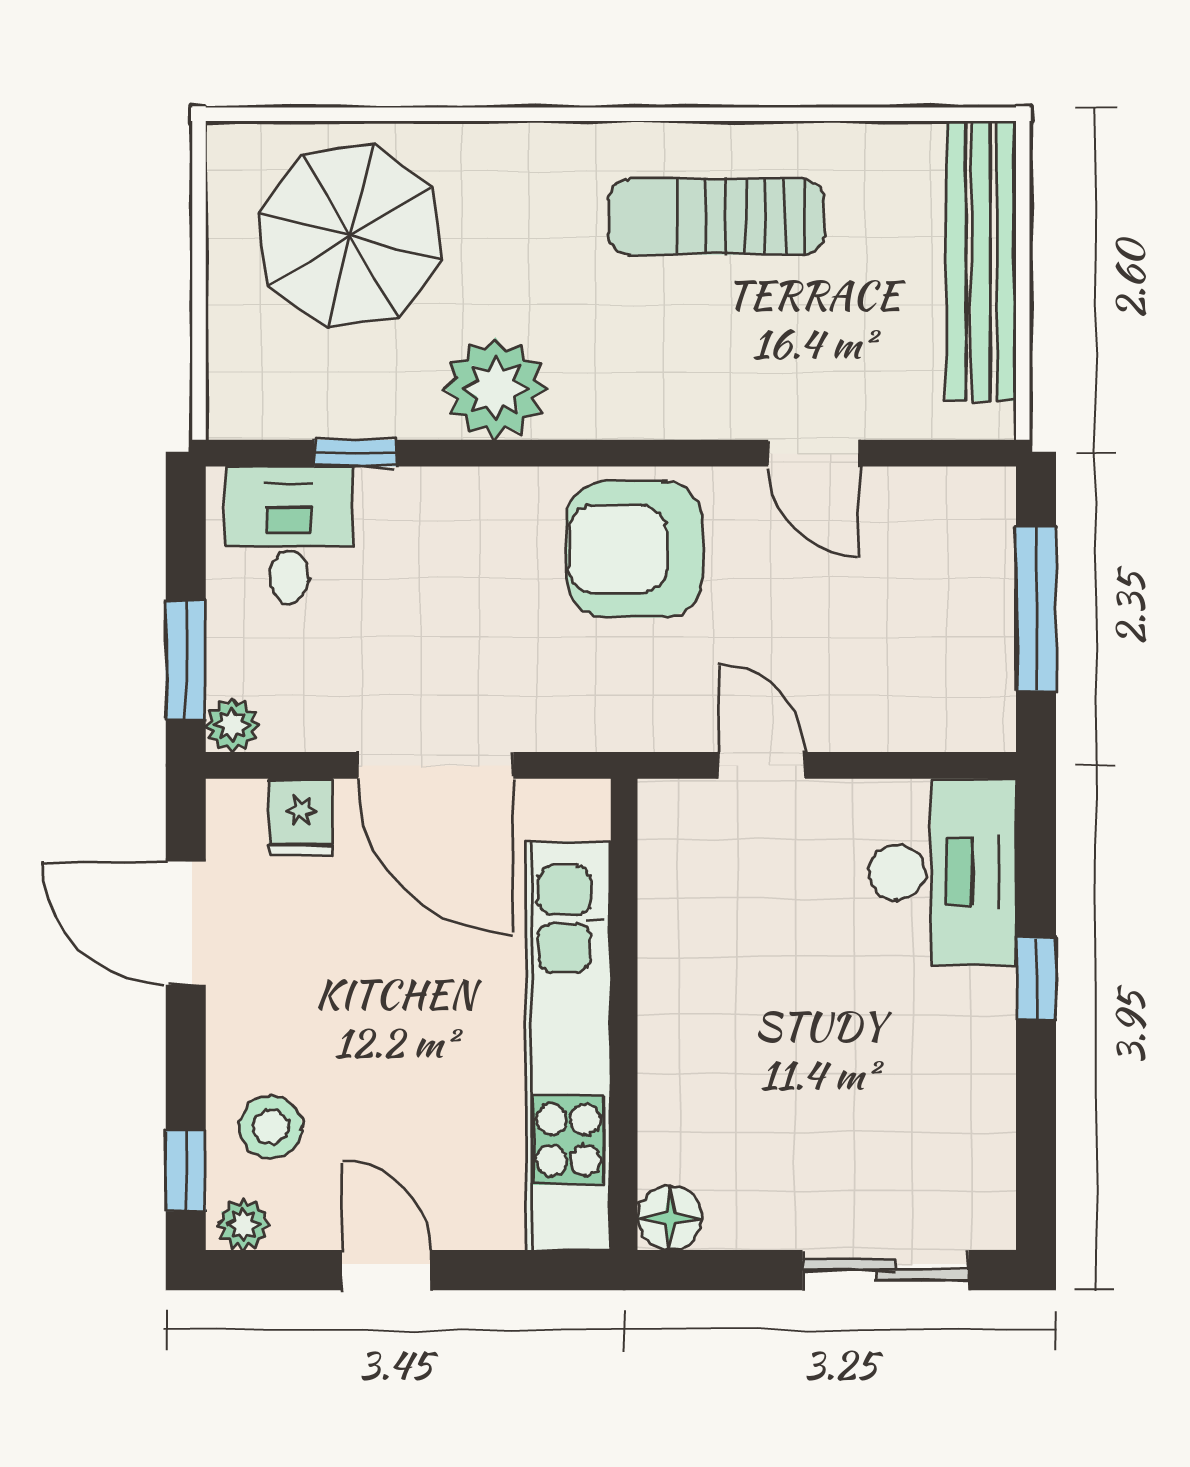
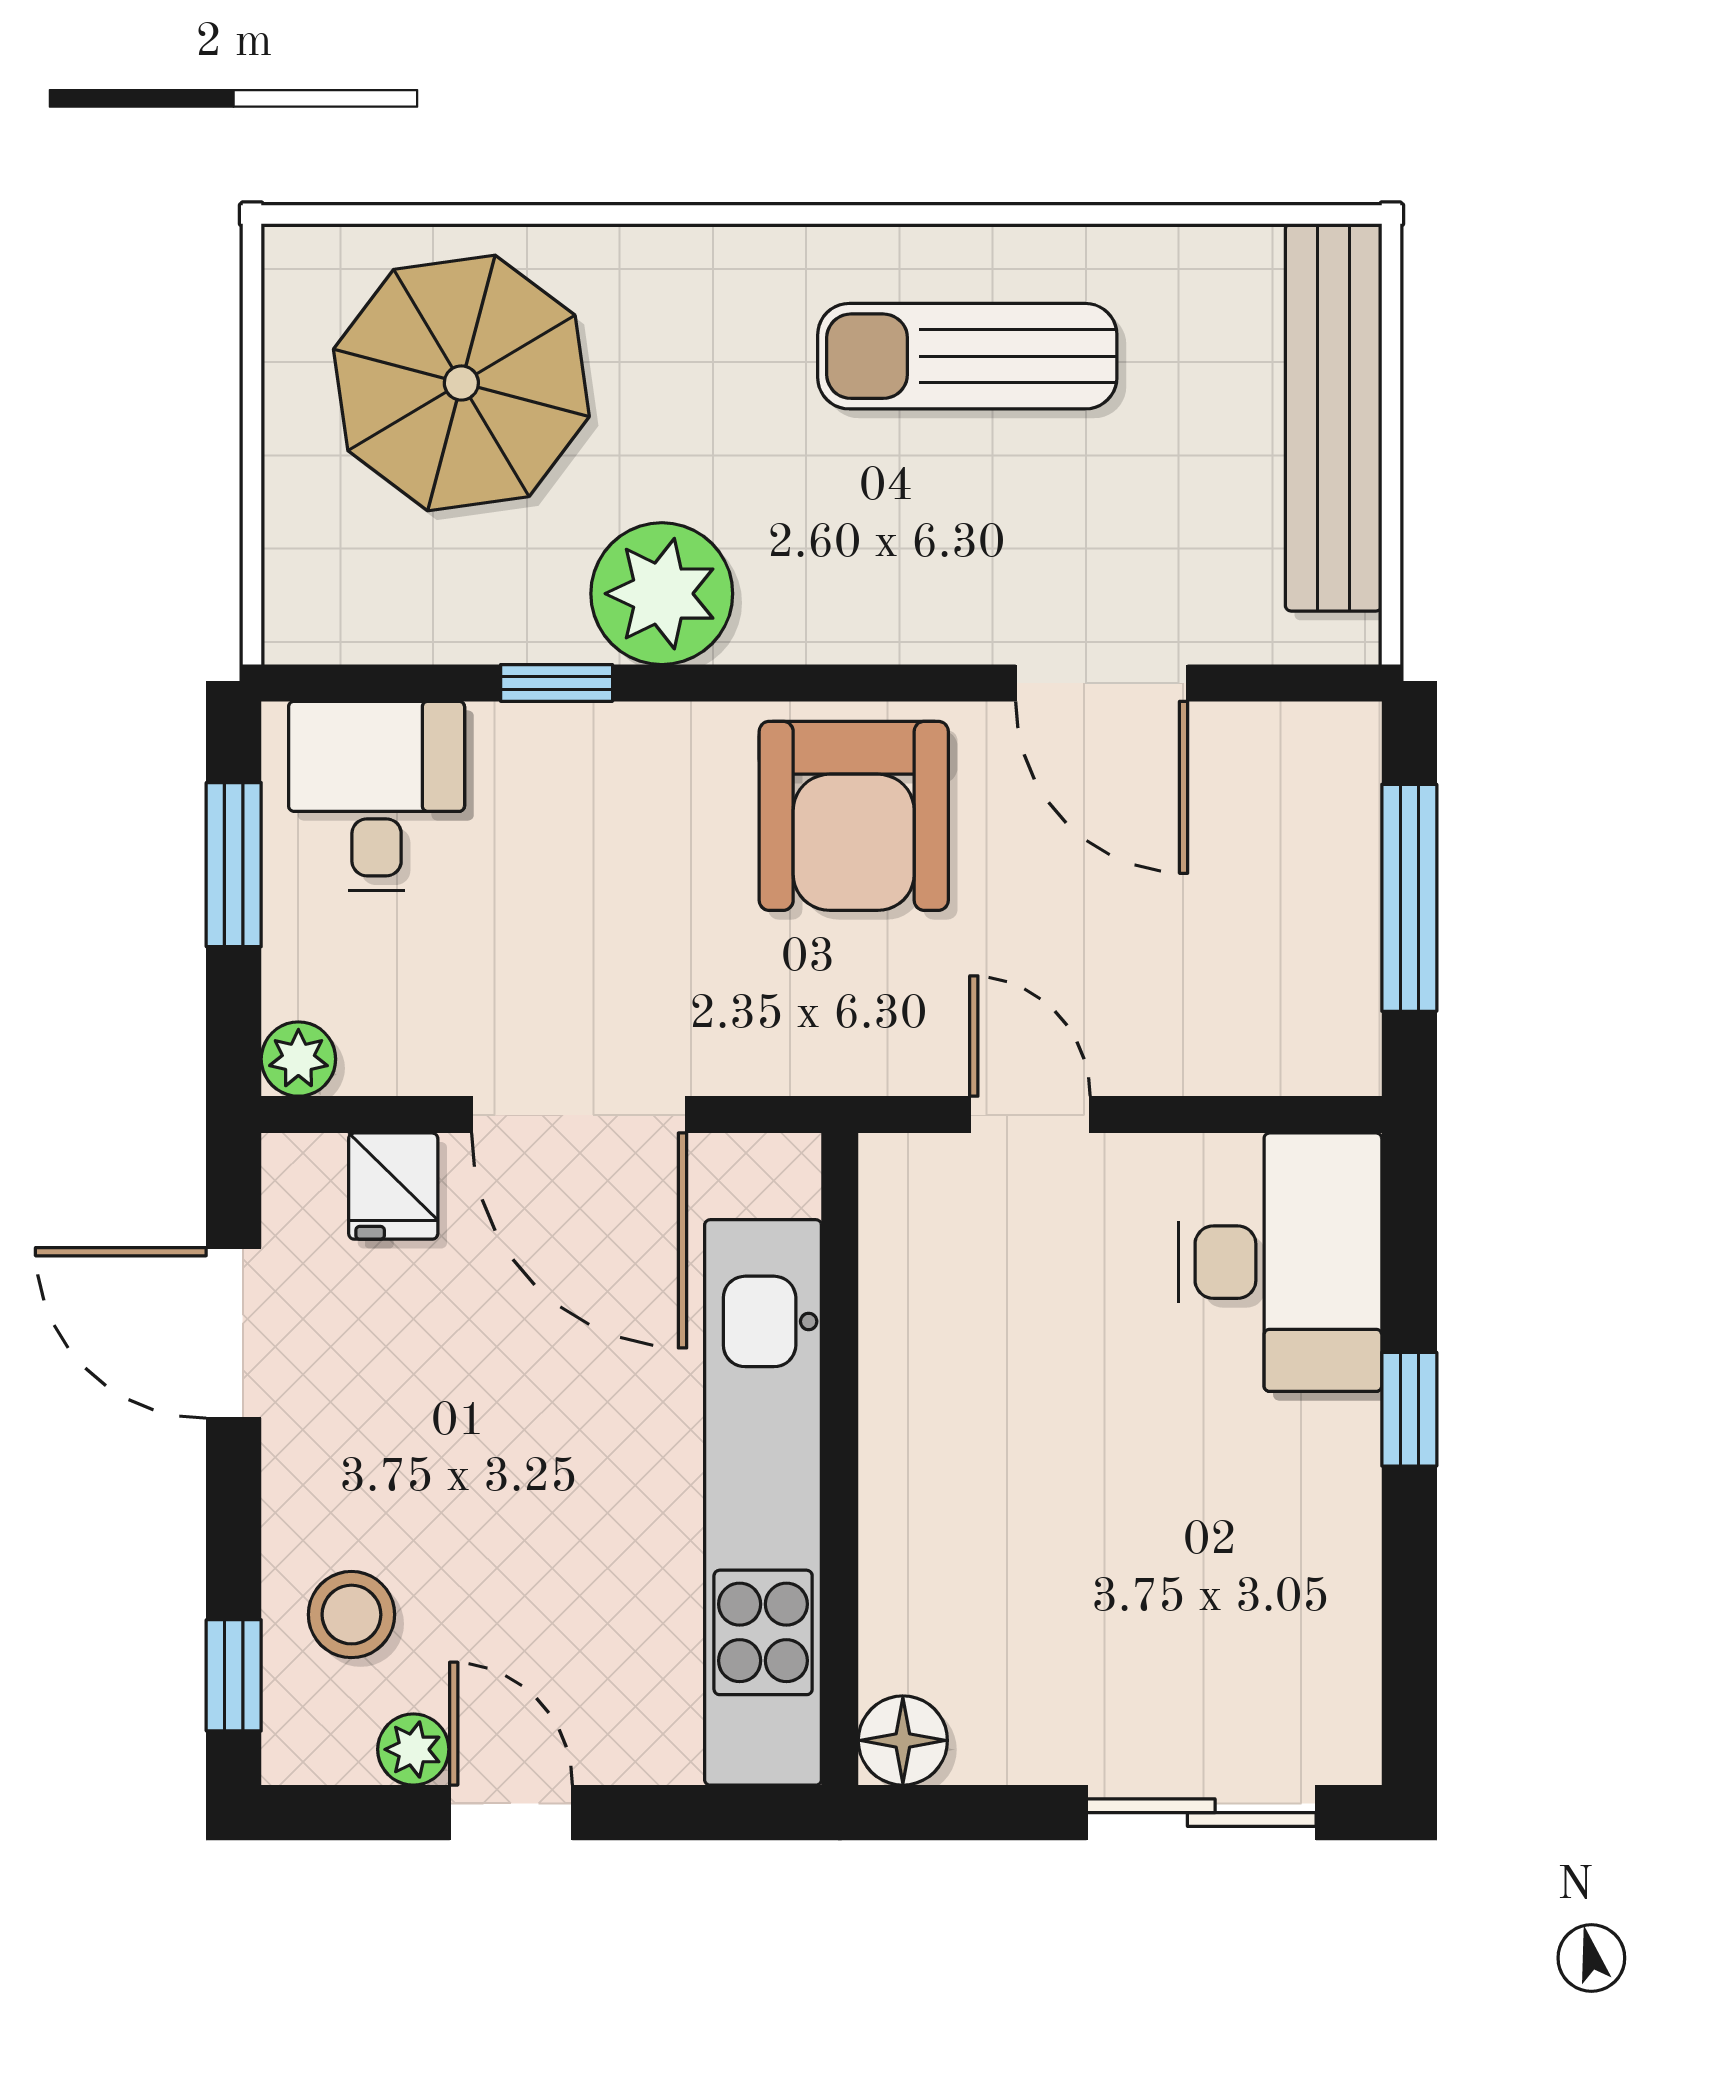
window: (355, 453) -> (557, 683), moved
door: (814, 453) -> (1102, 683), width x1.37
armchair: (634, 549) -> (854, 816), turned -90
window: (186, 660) -> (234, 865), moved
plant: (244, 1224) -> (413, 1749), moved

